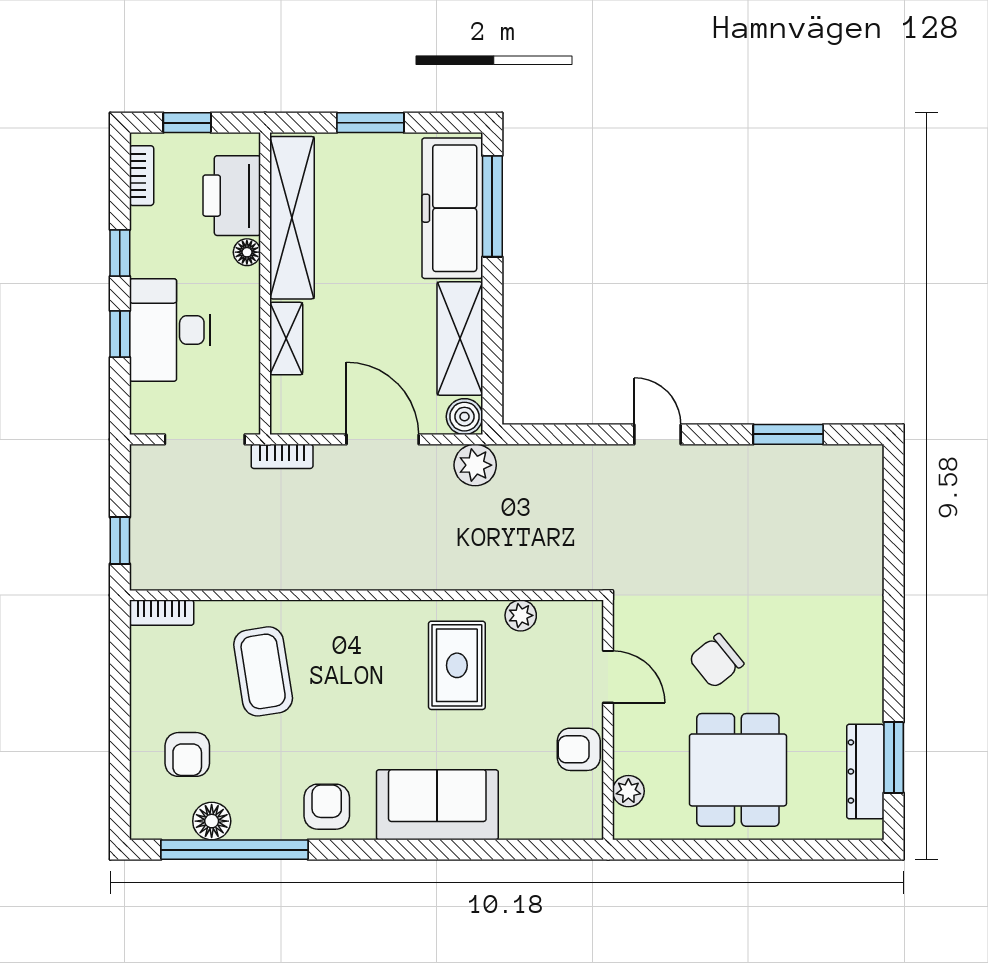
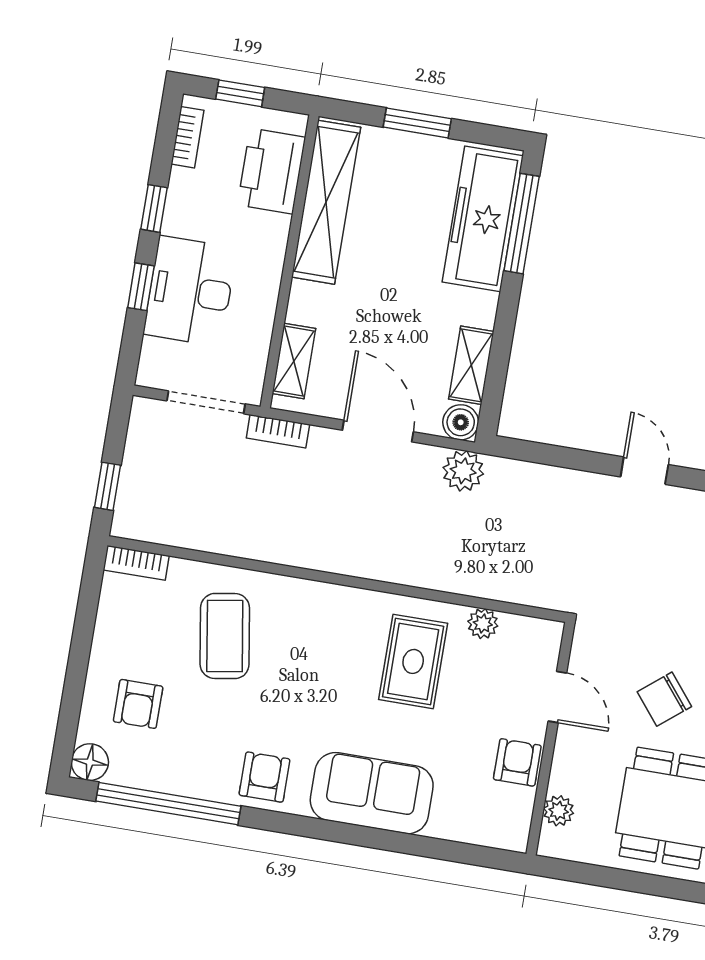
floor lamp: (247, 252) -> (277, 228), removed
shelving: (286, 339) -> (294, 361), moved
shelving: (460, 339) -> (471, 365), width x0.67, depth x0.75
armchair: (579, 749) -> (517, 762), turned 90
floor lamp: (212, 821) -> (90, 762), moved

